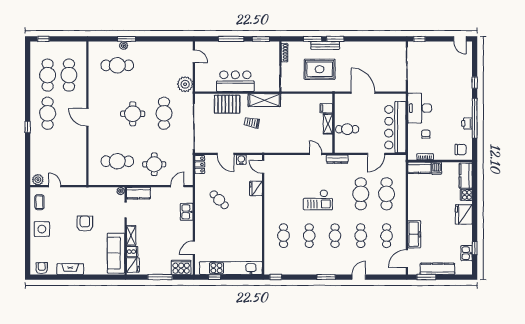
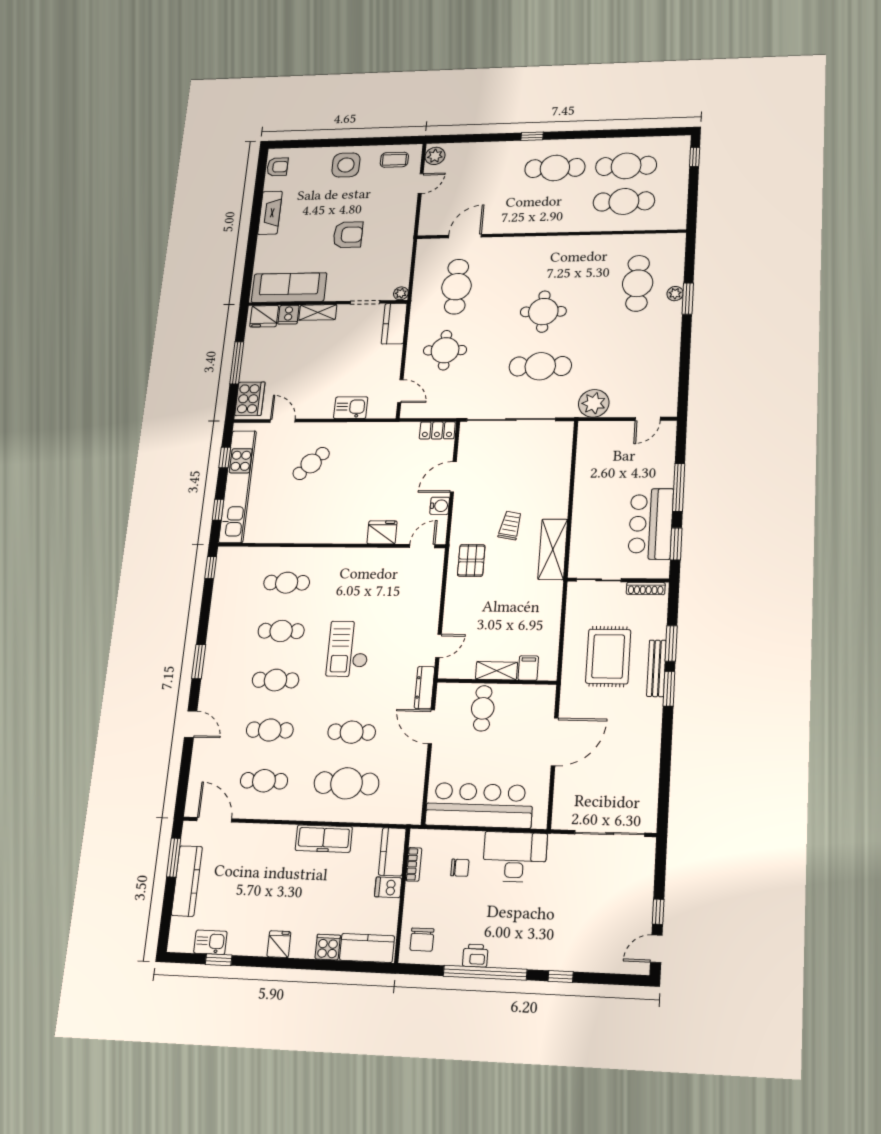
window: (419, 39) -> (658, 912), moved
bar counter: (235, 81) -> (651, 524), moved, turned 180
pallet: (227, 104) -> (471, 560), moved, width x0.67, depth x0.71
door: (87, 117) -> (465, 236), moved
door: (376, 154) -> (431, 727), moved
cafe table: (361, 194) -> (352, 732), width x0.73, depth x0.74
cafe table: (219, 200) -> (311, 463), moved
fridge: (464, 214) -> (279, 944), width x0.53, depth x0.75
freezer: (414, 234) -> (324, 839), moved
window: (244, 277) -> (218, 510), added

